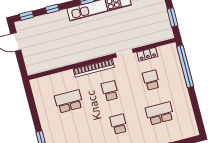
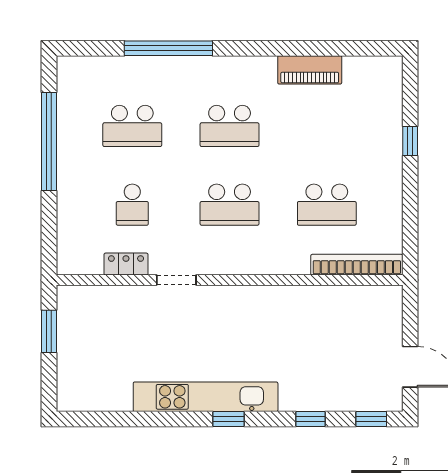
window: (185, 66) -> (49, 141), moved
bookcase: (94, 68) -> (357, 265), moved
school desk: (110, 91) -> (230, 205), width x1.85
school desk: (119, 124) -> (230, 126), width x1.85

